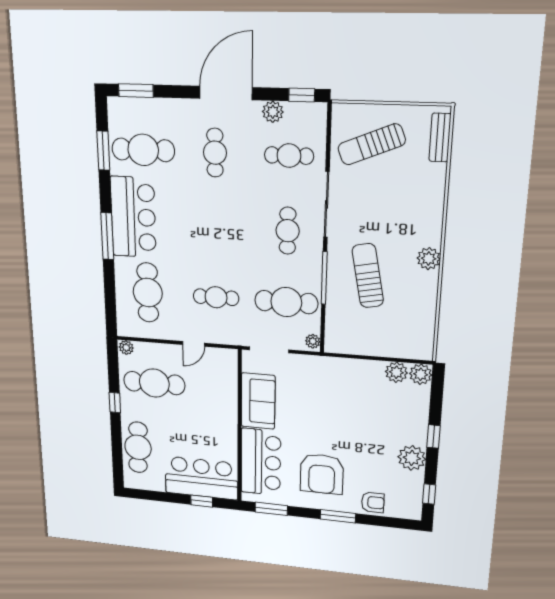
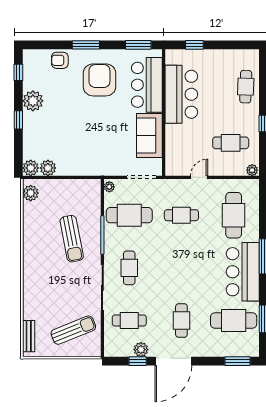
window: (302, 95) -> (138, 361), moved
plant: (429, 259) -> (31, 193), moved
cafe table: (154, 383) -> (231, 143), width x0.73, depth x0.74
cafe table: (138, 447) -> (246, 87), width x0.73, depth x0.74
bar counter: (201, 478) -> (181, 94), moved, turned -90

